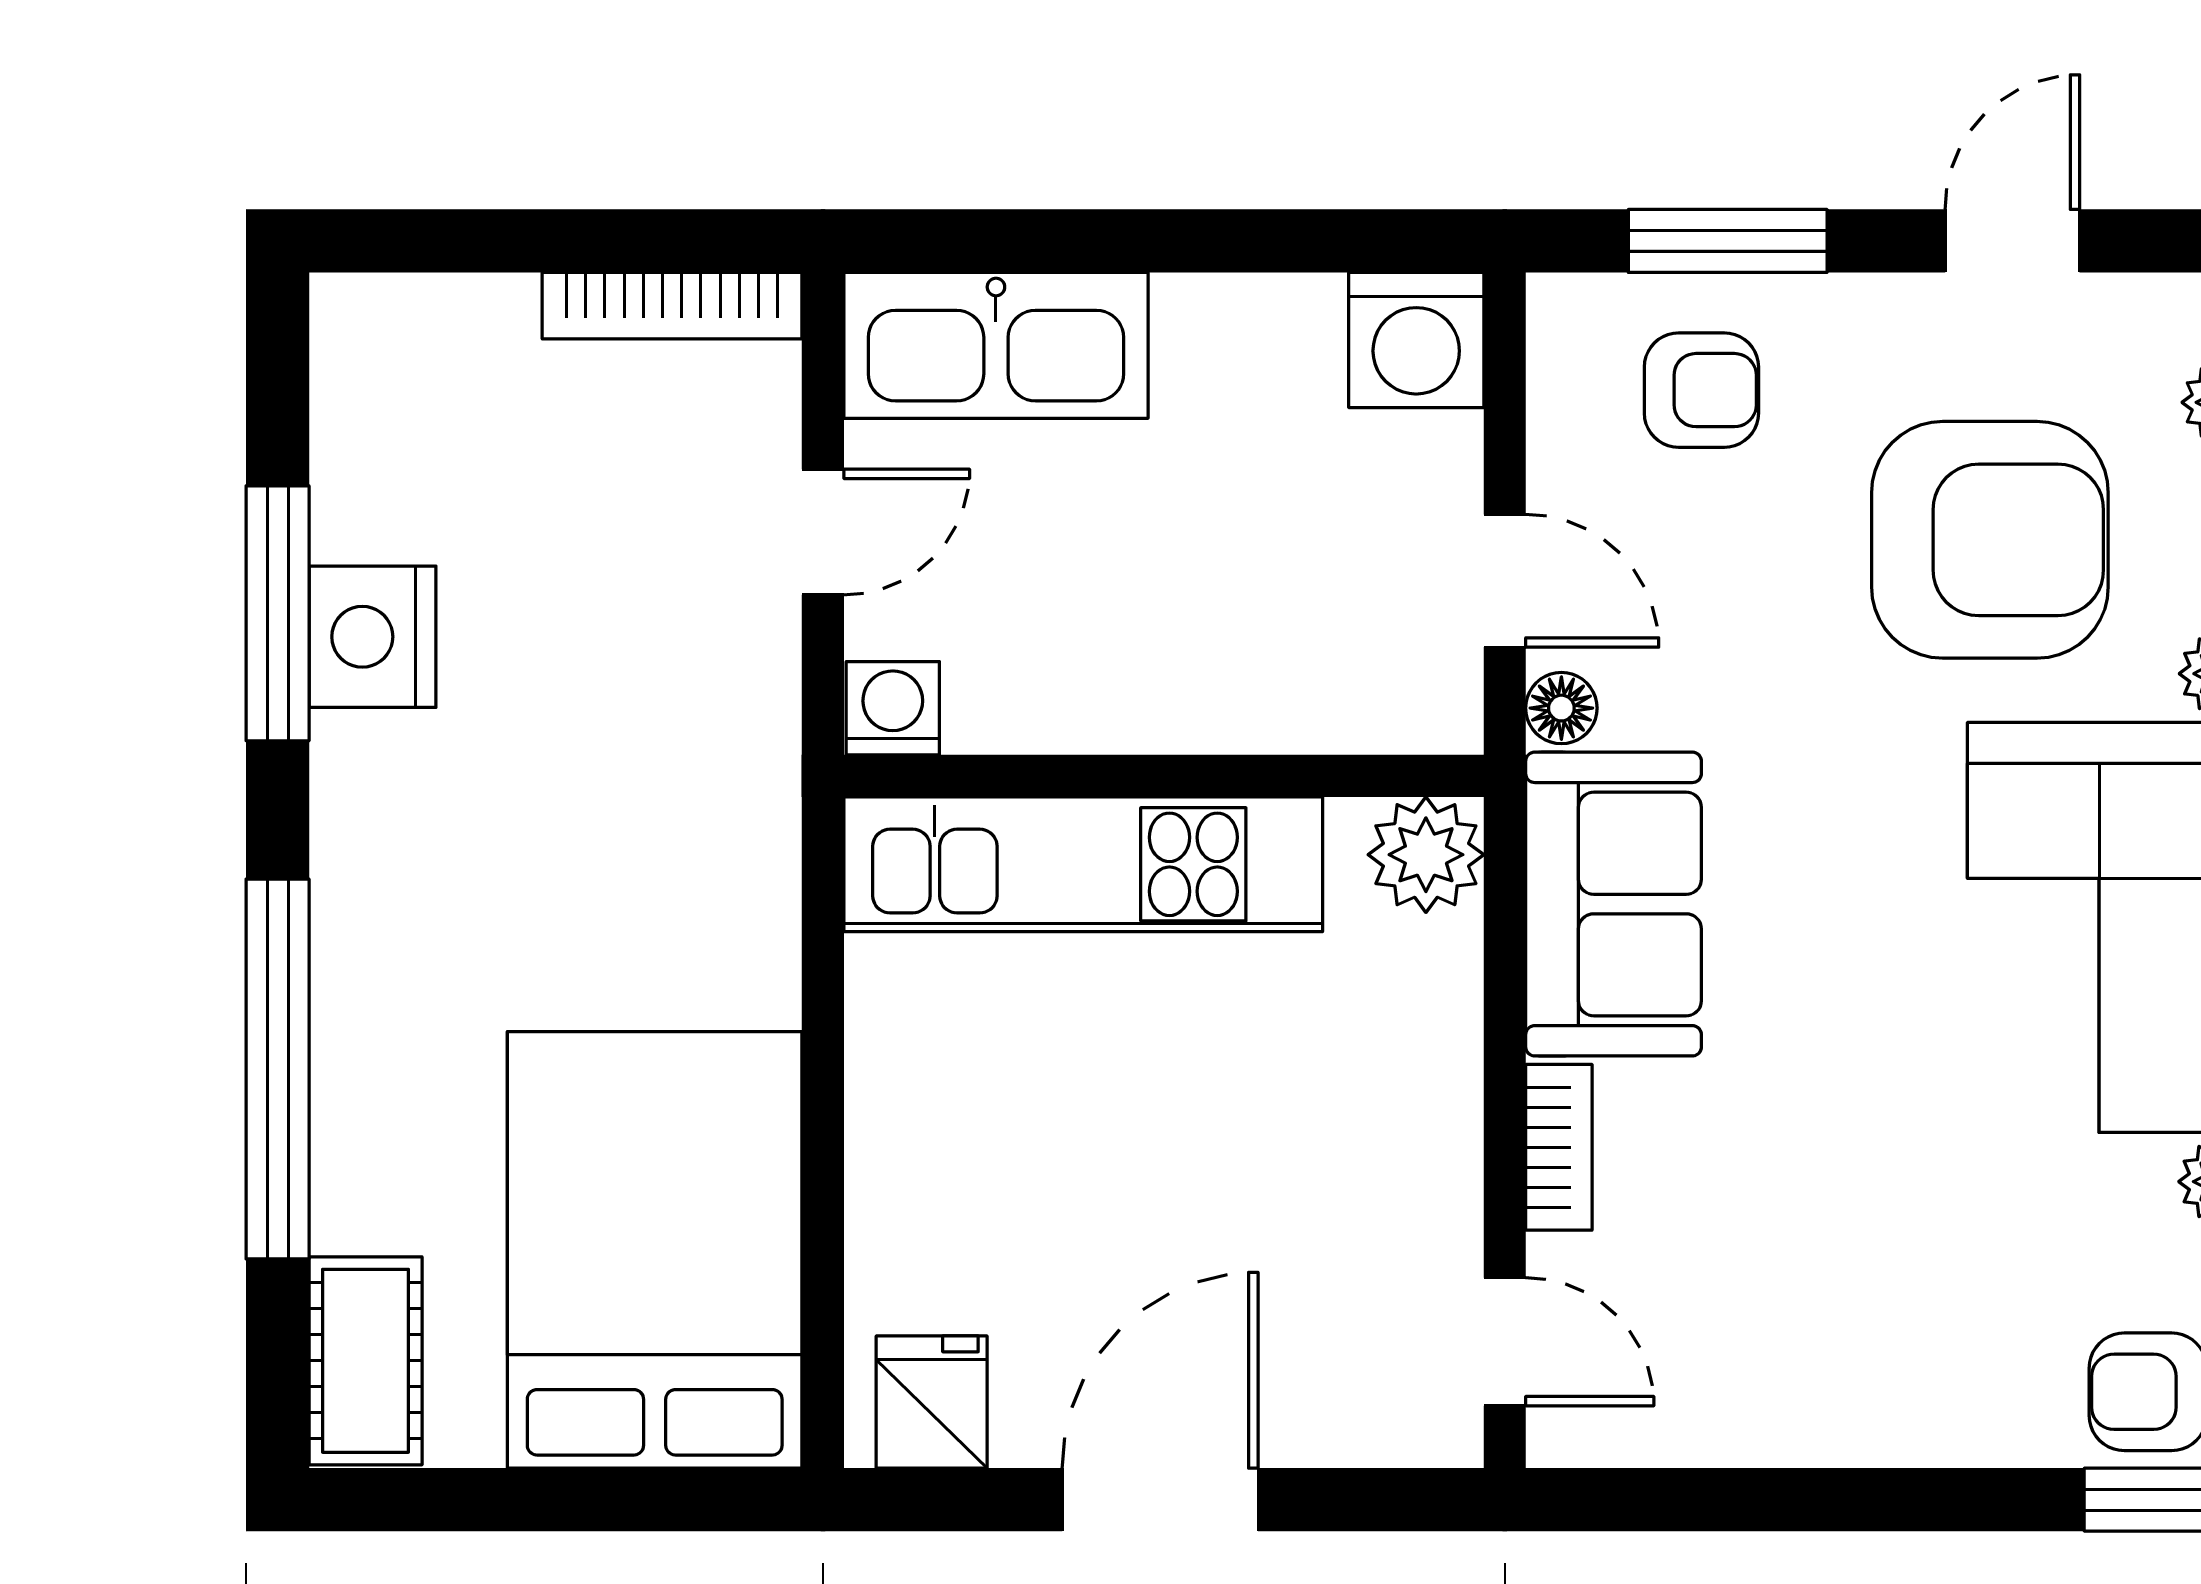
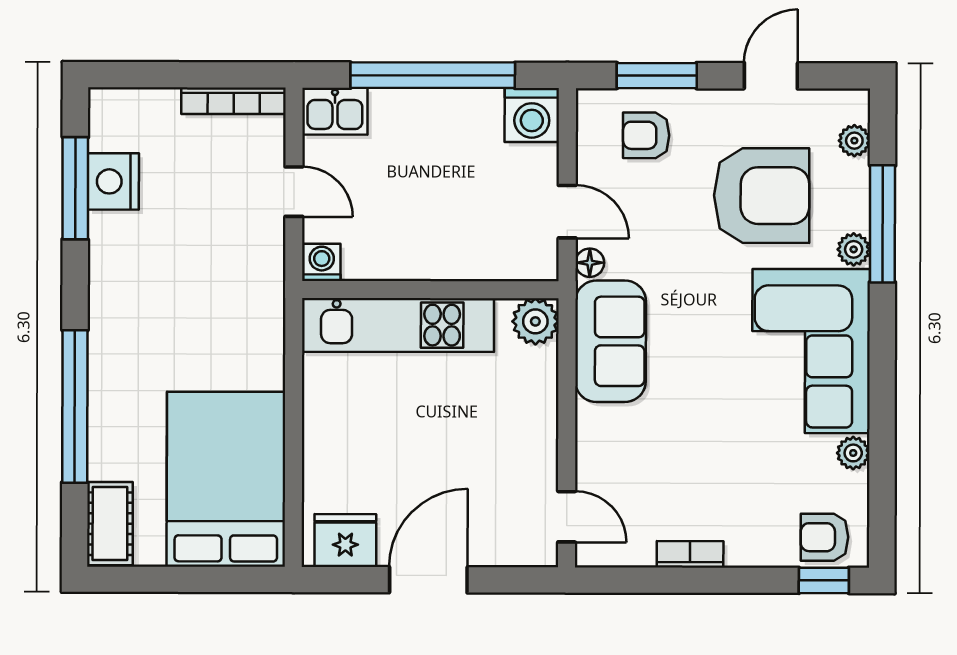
window: (1169, 241) -> (433, 75), added
kitchen sink: (996, 345) -> (335, 111), width x0.53, depth x0.81
armchair: (1701, 390) -> (646, 135), turned 180
door: (823, 532) -> (294, 192), hinge flipped
window: (278, 613) -> (75, 188), moved
nightstand: (372, 637) -> (113, 181), moved
bookcase: (1559, 1147) -> (690, 554), moved, turned -90
fridge: (932, 1402) -> (345, 540), width x1.38

